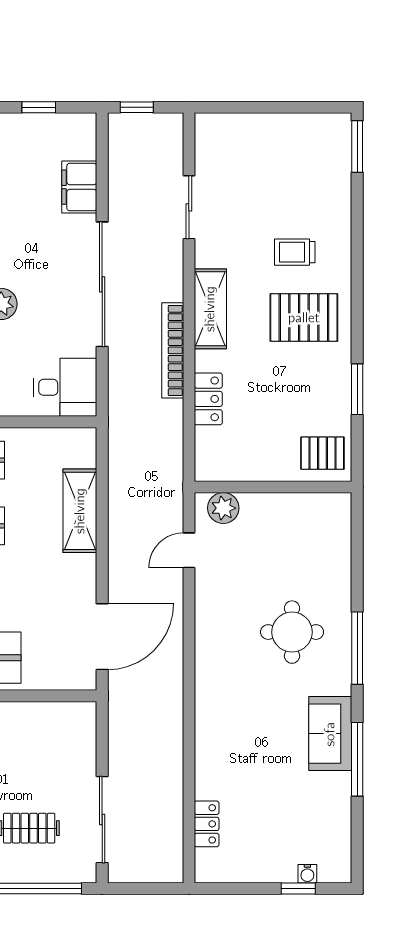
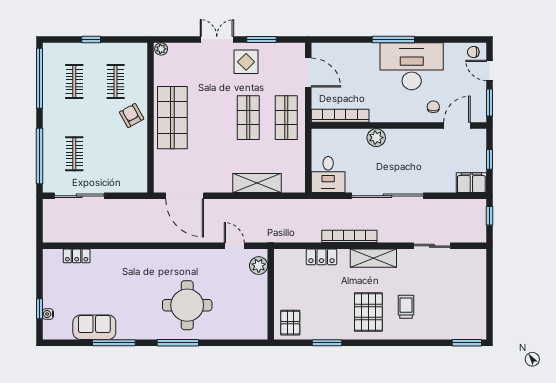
filing cabinet: (79, 187) -> (471, 183), moved
round table: (292, 632) -> (187, 305), width x1.36, depth x1.36
sofa: (330, 734) -> (94, 327), moved

